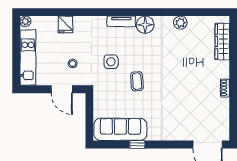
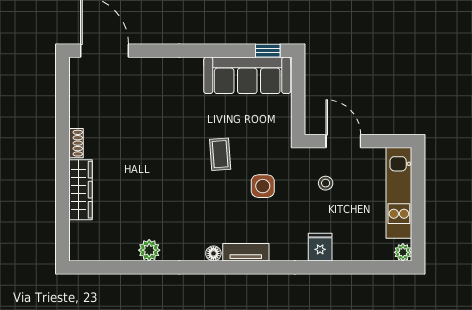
fridge: (65, 24) -> (320, 247), moved
floor lamp: (145, 25) -> (213, 253), width x0.53, depth x0.53
wardrobe: (222, 42) -> (80, 190), moved
window: (137, 144) -> (268, 51), moved

